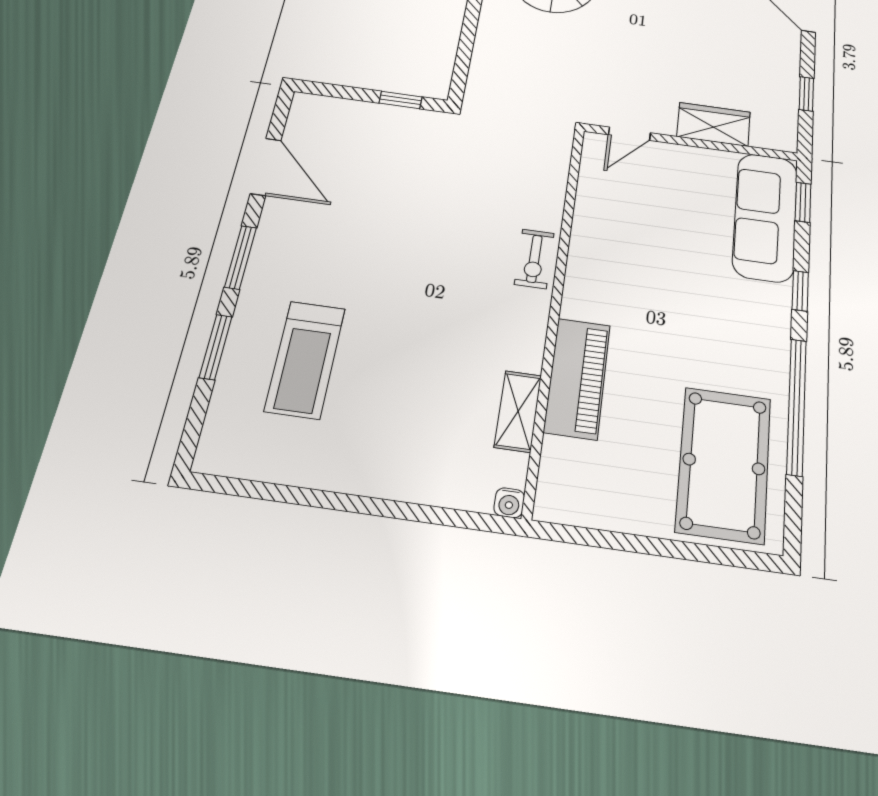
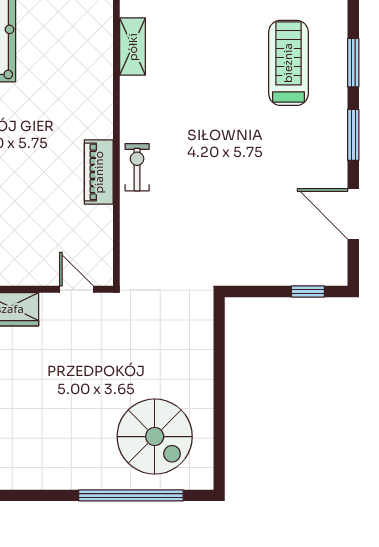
window: (400, 100) -> (308, 292), moved
door: (629, 134) -> (77, 289), hinge flipped
piano: (577, 378) -> (99, 172), moved, width x0.73, depth x0.75

